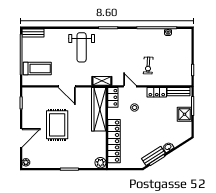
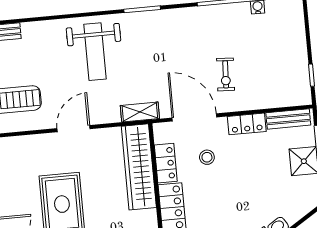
door: (67, 86) -> (74, 129), swing flipped
door: (130, 86) -> (194, 117), width x1.88
locker: (113, 97) -> (166, 163), moved

